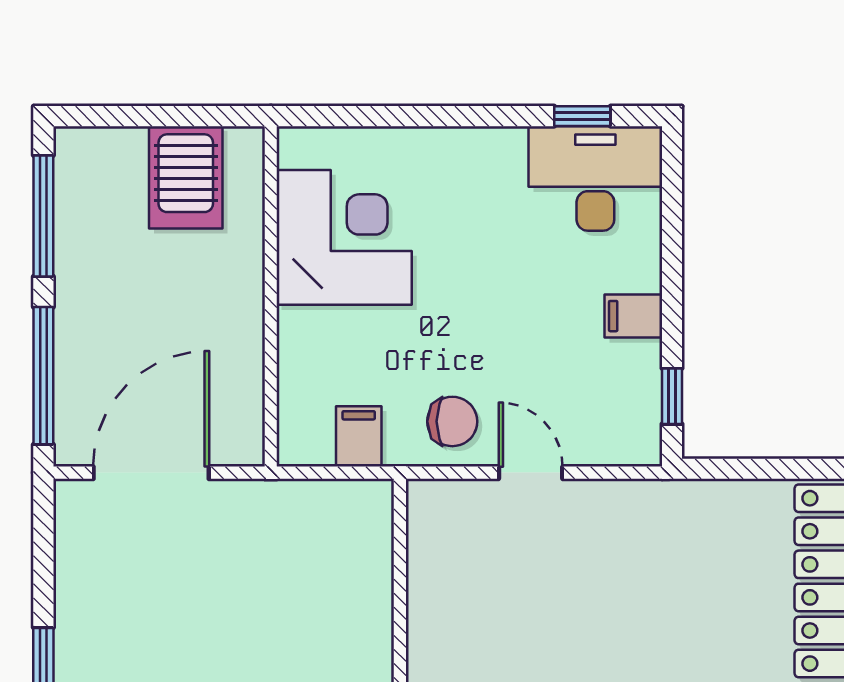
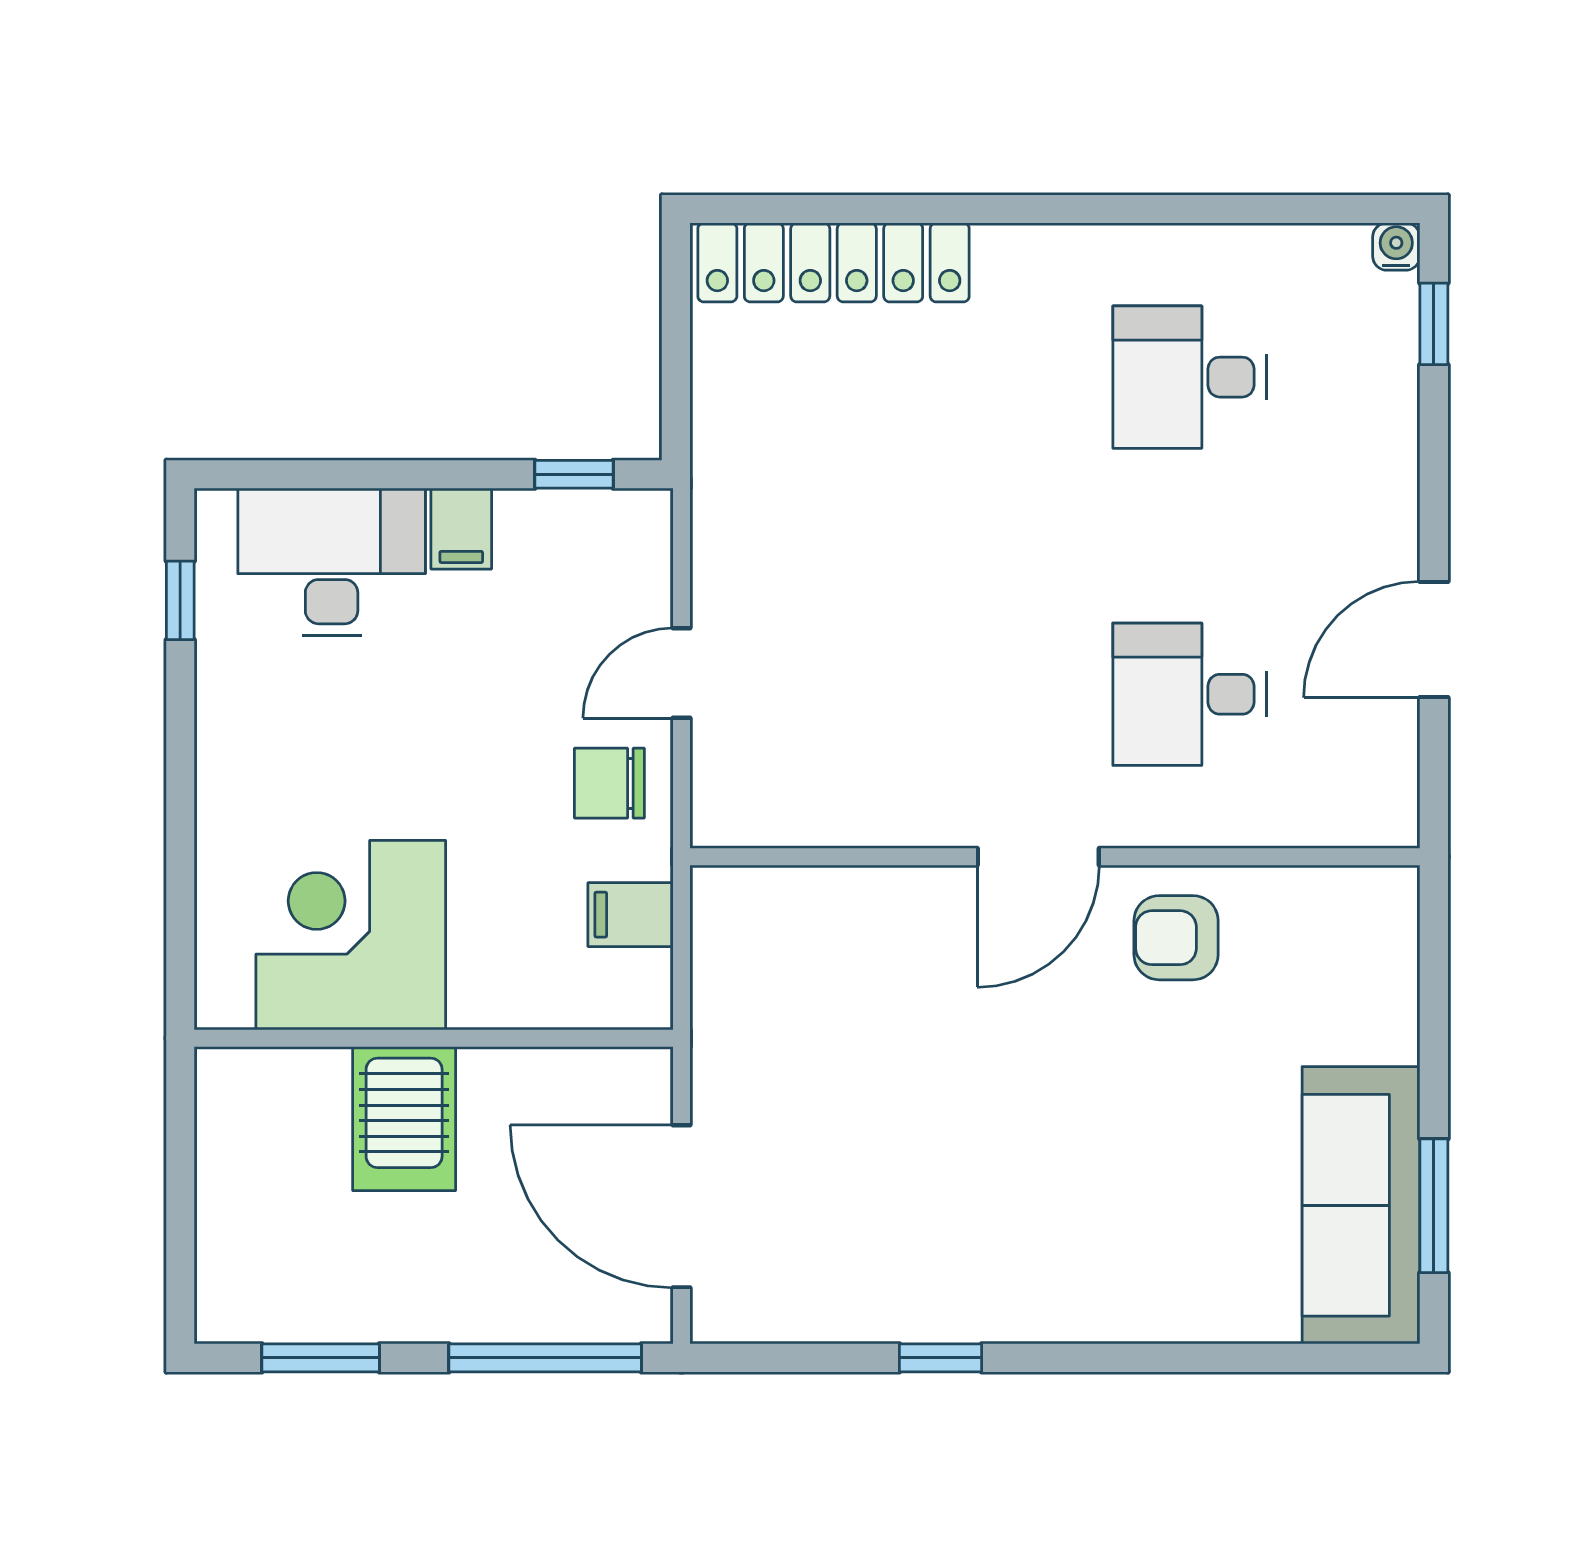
server rack: (186, 177) -> (404, 1119), moved, turned 90
desk: (595, 178) -> (332, 562), moved, turned 90
window: (43, 216) -> (321, 1358), width x0.69
chair: (452, 421) -> (609, 783), turned -90

